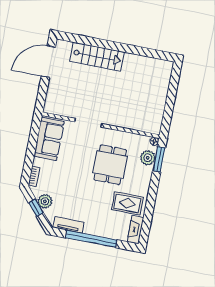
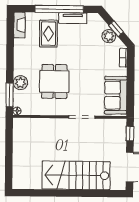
stairs: (97, 57) -> (76, 175), width x1.36, depth x1.51
window: (42, 96) -> (130, 134), added
plant: (148, 158) -> (20, 83), moved
rug: (127, 203) -> (49, 34), moved, turned 90
tv unit: (68, 225) -> (73, 18), moved

